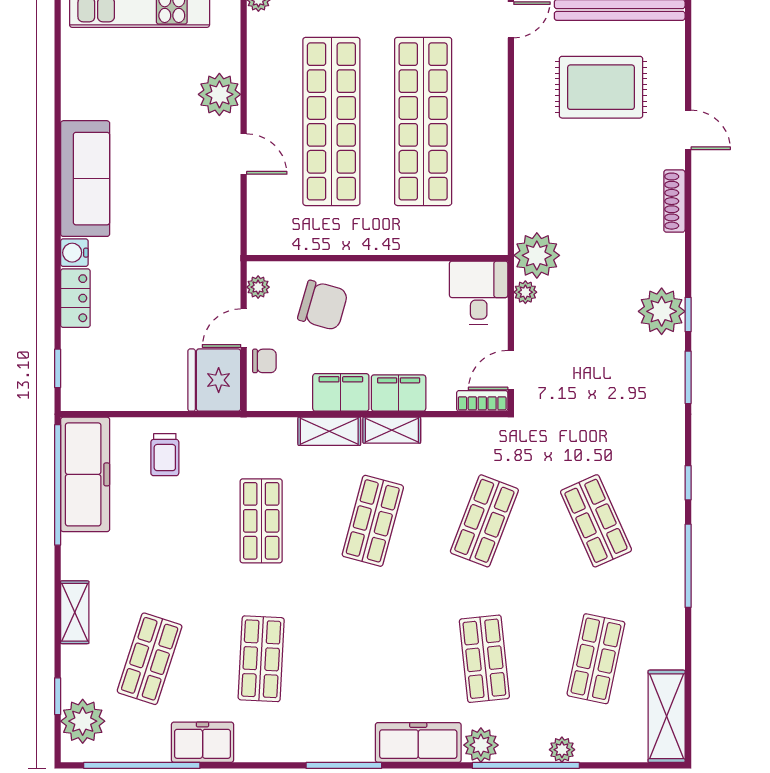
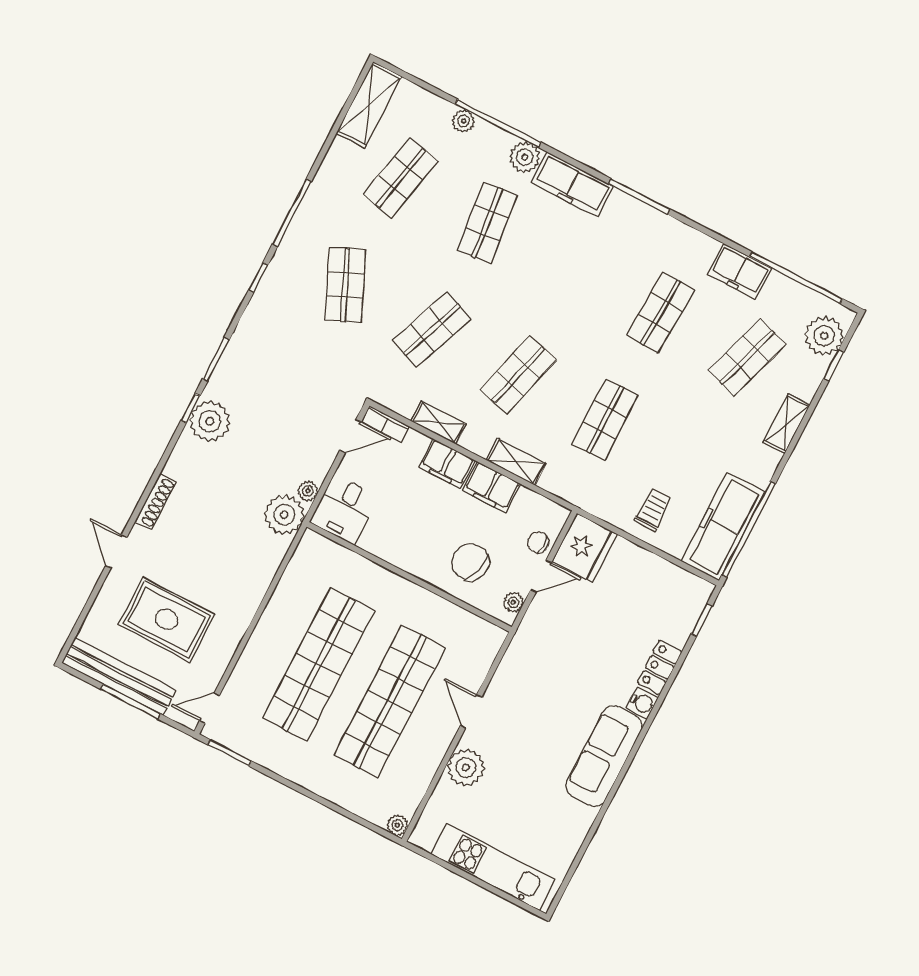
shelving: (392, 430) -> (438, 423), moved

